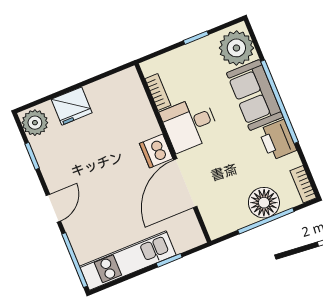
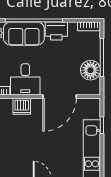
dishwasher: (156, 151) -> (22, 106), moved
door: (185, 183) -> (60, 97), hinge flipped
floor lamp: (264, 203) -> (90, 70), moved

